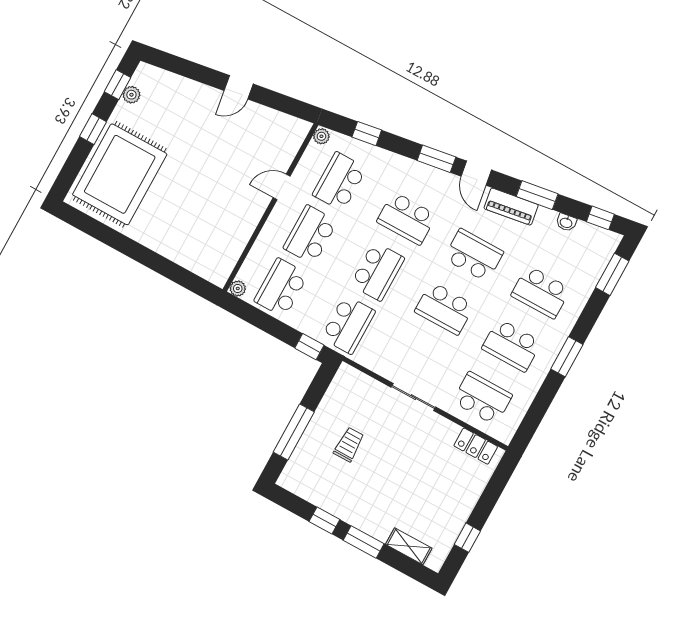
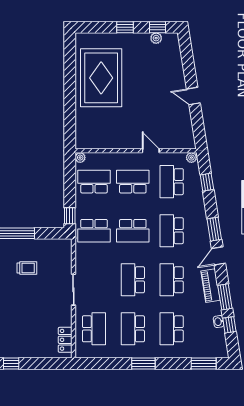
rug: (120, 174) -> (101, 78), moved, turned 90
school desk: (340, 181) -> (172, 182), turned -90
window: (600, 218) -> (229, 325), moved
school desk: (474, 255) -> (172, 280), turned 180

